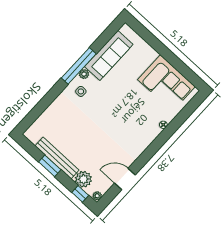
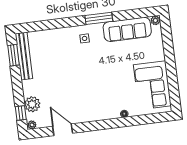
window: (79, 66) -> (99, 18), width x0.68
plant: (84, 74) -> (155, 20), moved
bench: (57, 158) -> (24, 56), moved
window: (50, 166) -> (13, 55), moved

